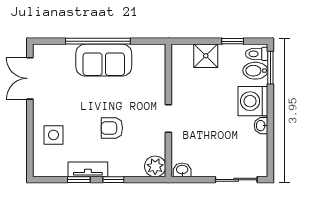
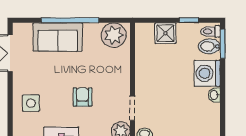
plant: (147, 58) -> (114, 35), added
sofa: (104, 60) -> (58, 37), moved
doorway: (168, 118) -> (132, 108), moved
armchair: (112, 128) -> (83, 97), turned 90

